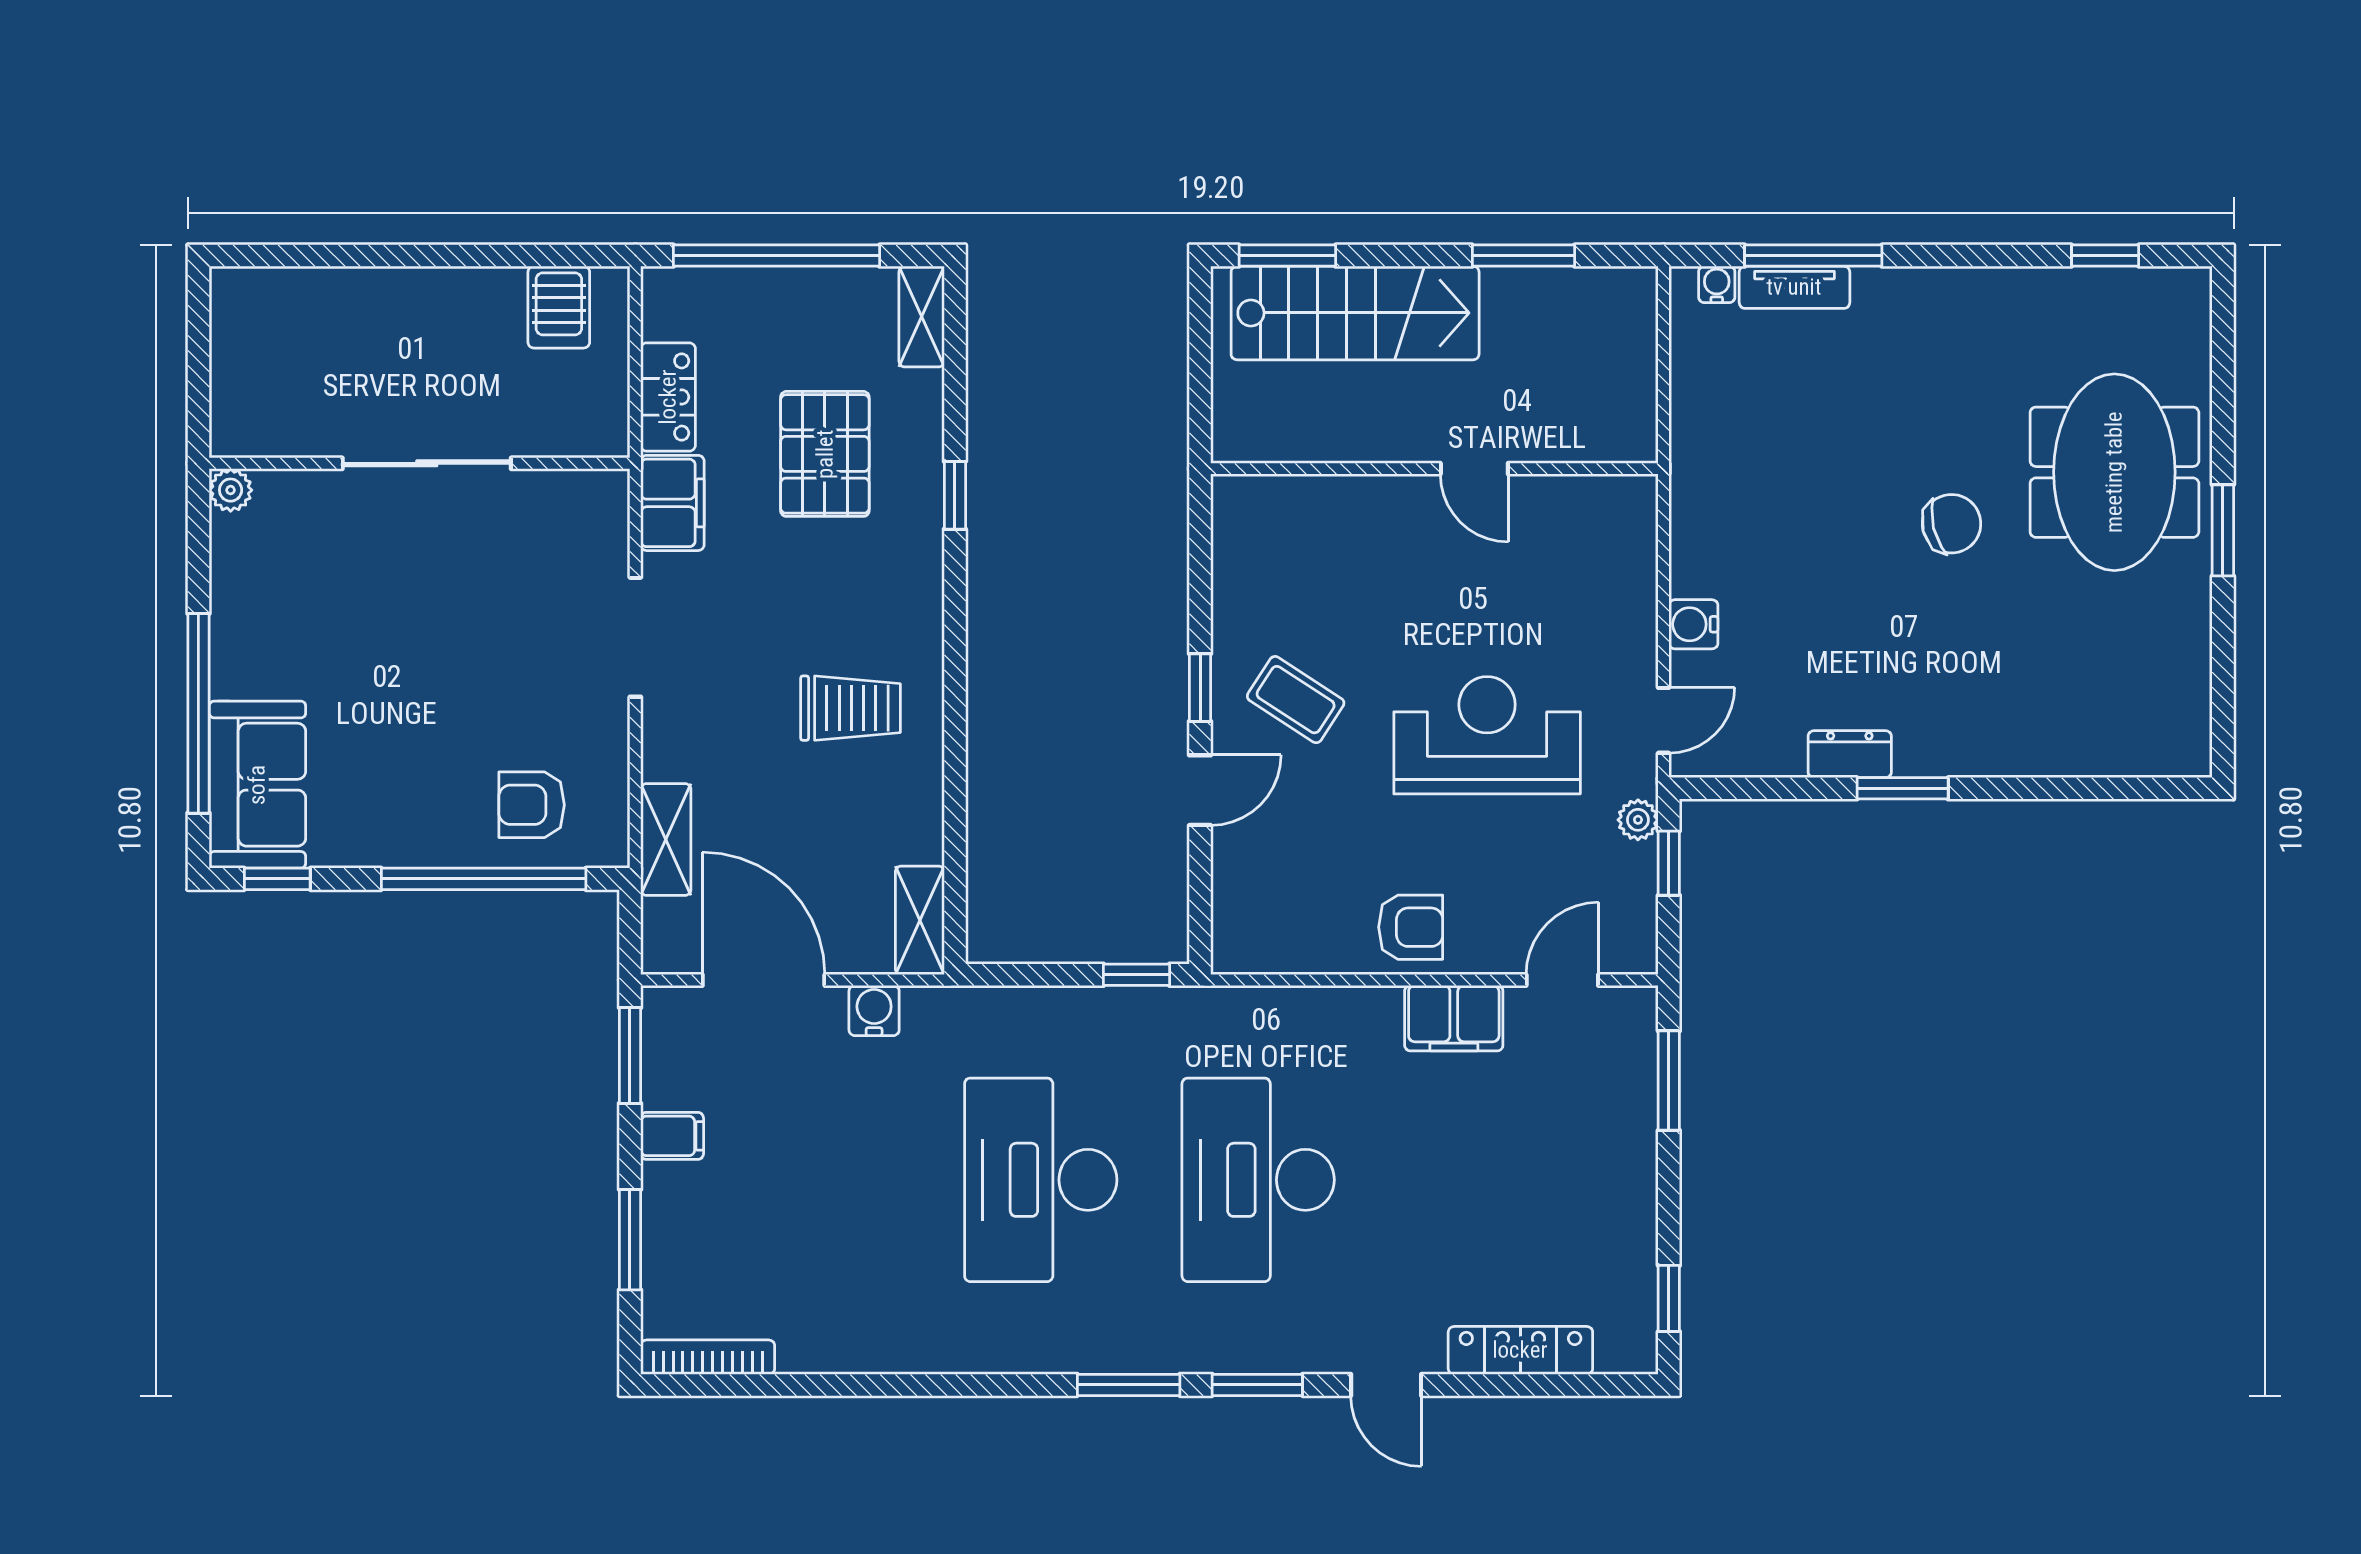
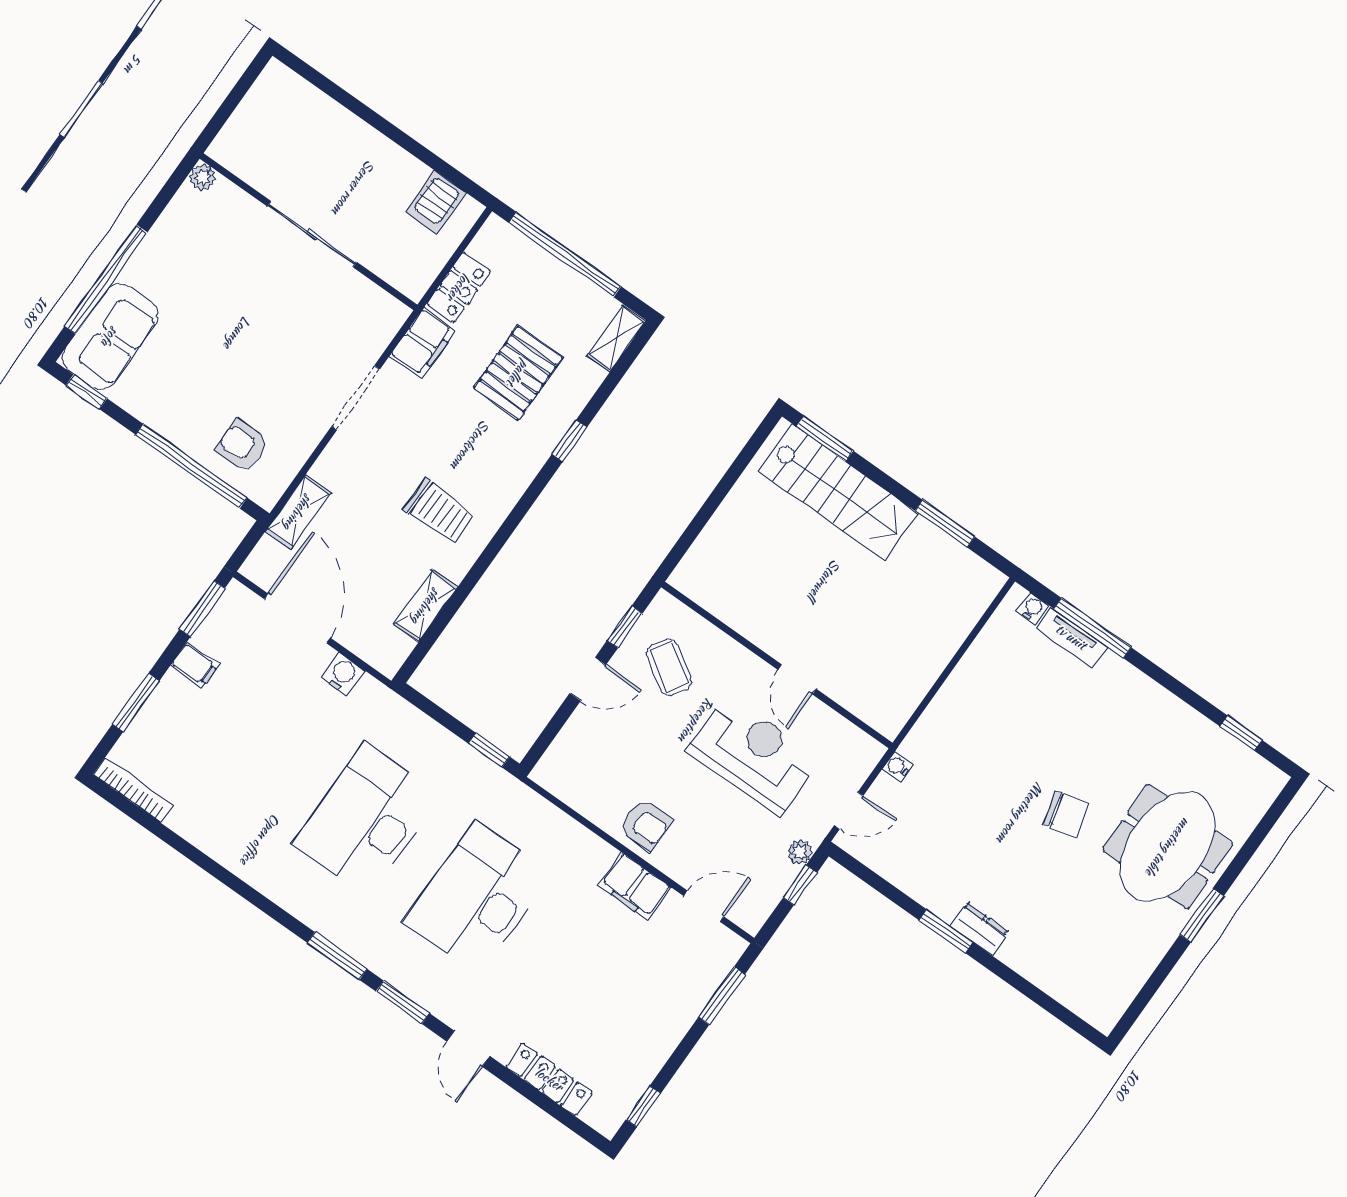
wall: (1434, 469) -> (777, 665), moved
door: (1474, 469) -> (797, 679), moved
water cooler: (1693, 624) -> (898, 766), width x0.72, depth x0.72
dresser: (1850, 754) -> (979, 929), moved
shelving: (920, 920) -> (426, 606), moved

